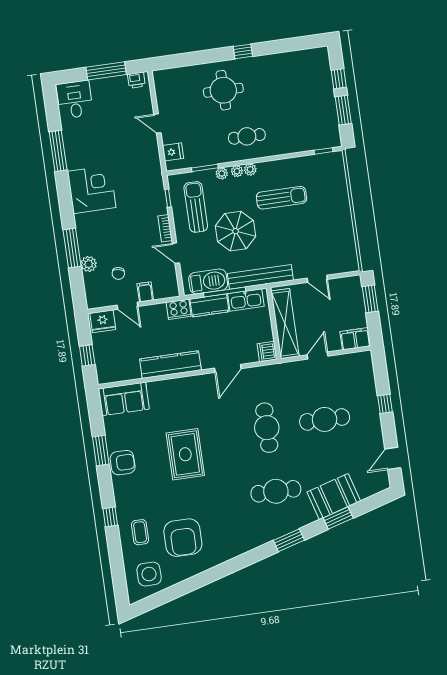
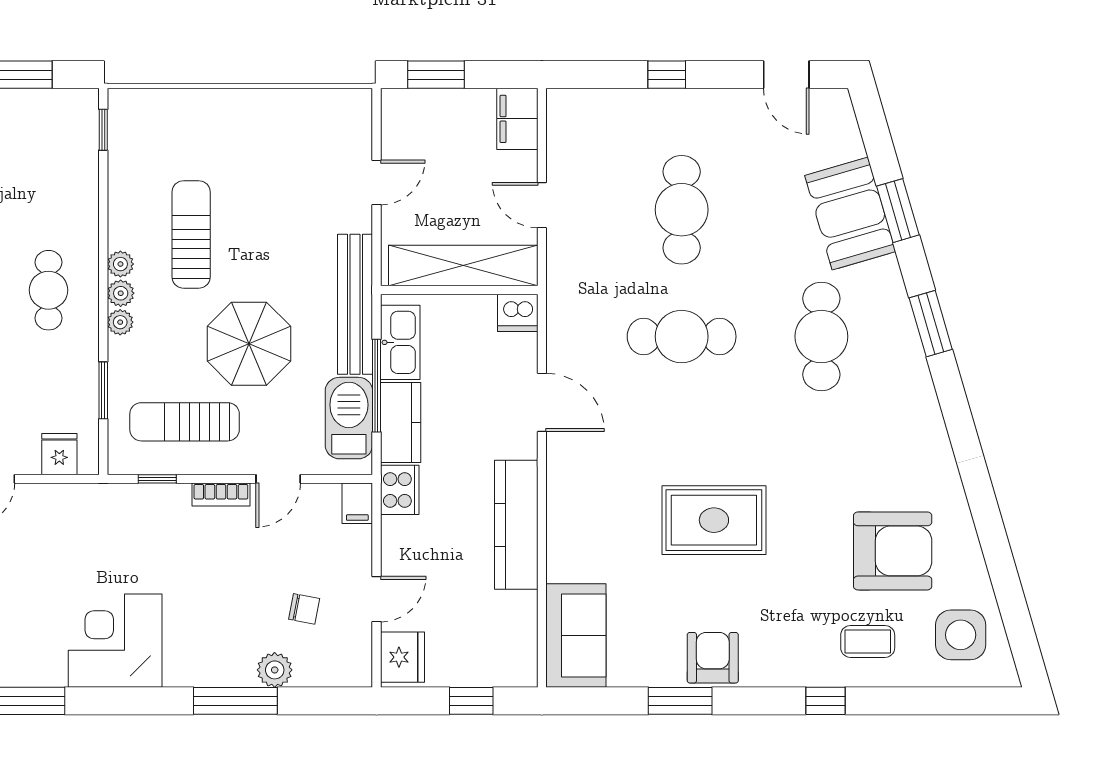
plant: (222, 173) -> (120, 264), moved
filing cabinet: (145, 292) -> (357, 503), moved, turned -90

